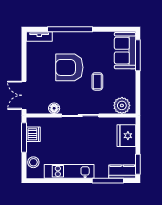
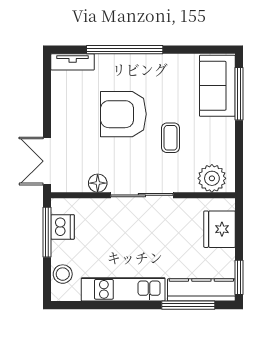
kitchen counter: (122, 172) -> (201, 290), width x1.50

